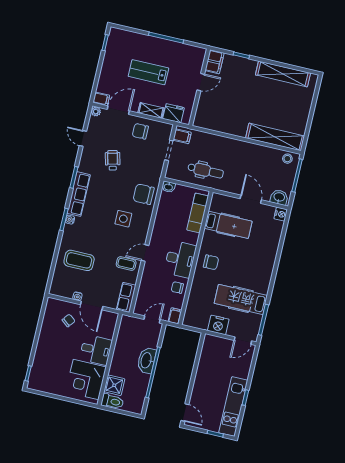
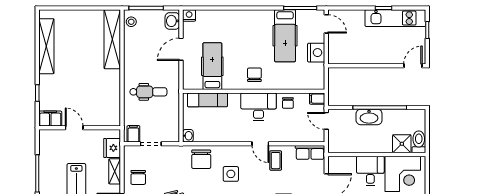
dental chair: (206, 171) -> (148, 92), moved, turned 90

